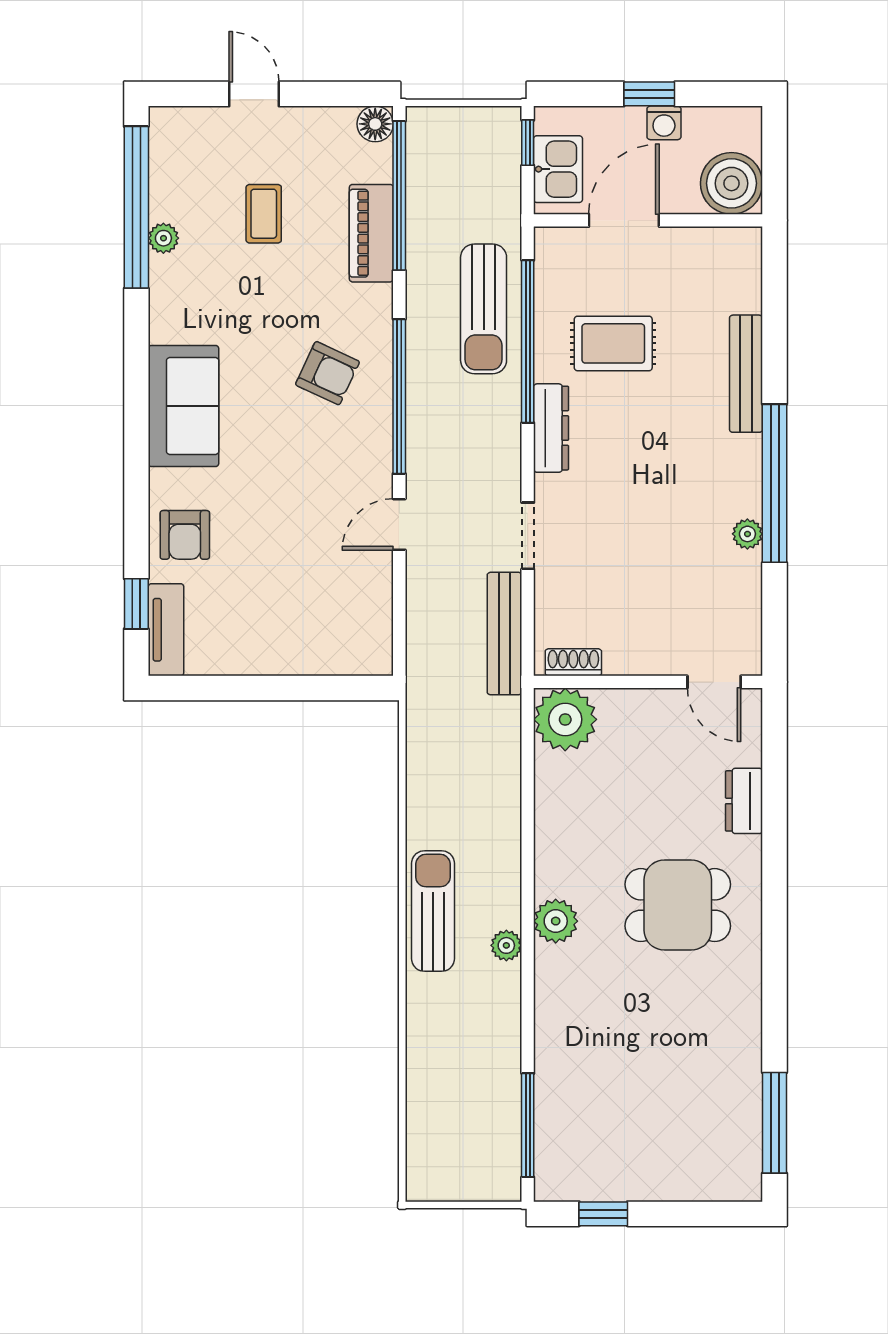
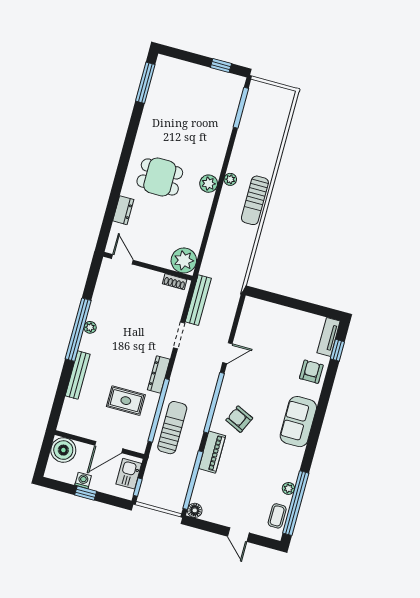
coffee table: (264, 214) -> (277, 516), moved
piano: (371, 233) -> (212, 452), moved
plant: (747, 534) -> (90, 327), moved

